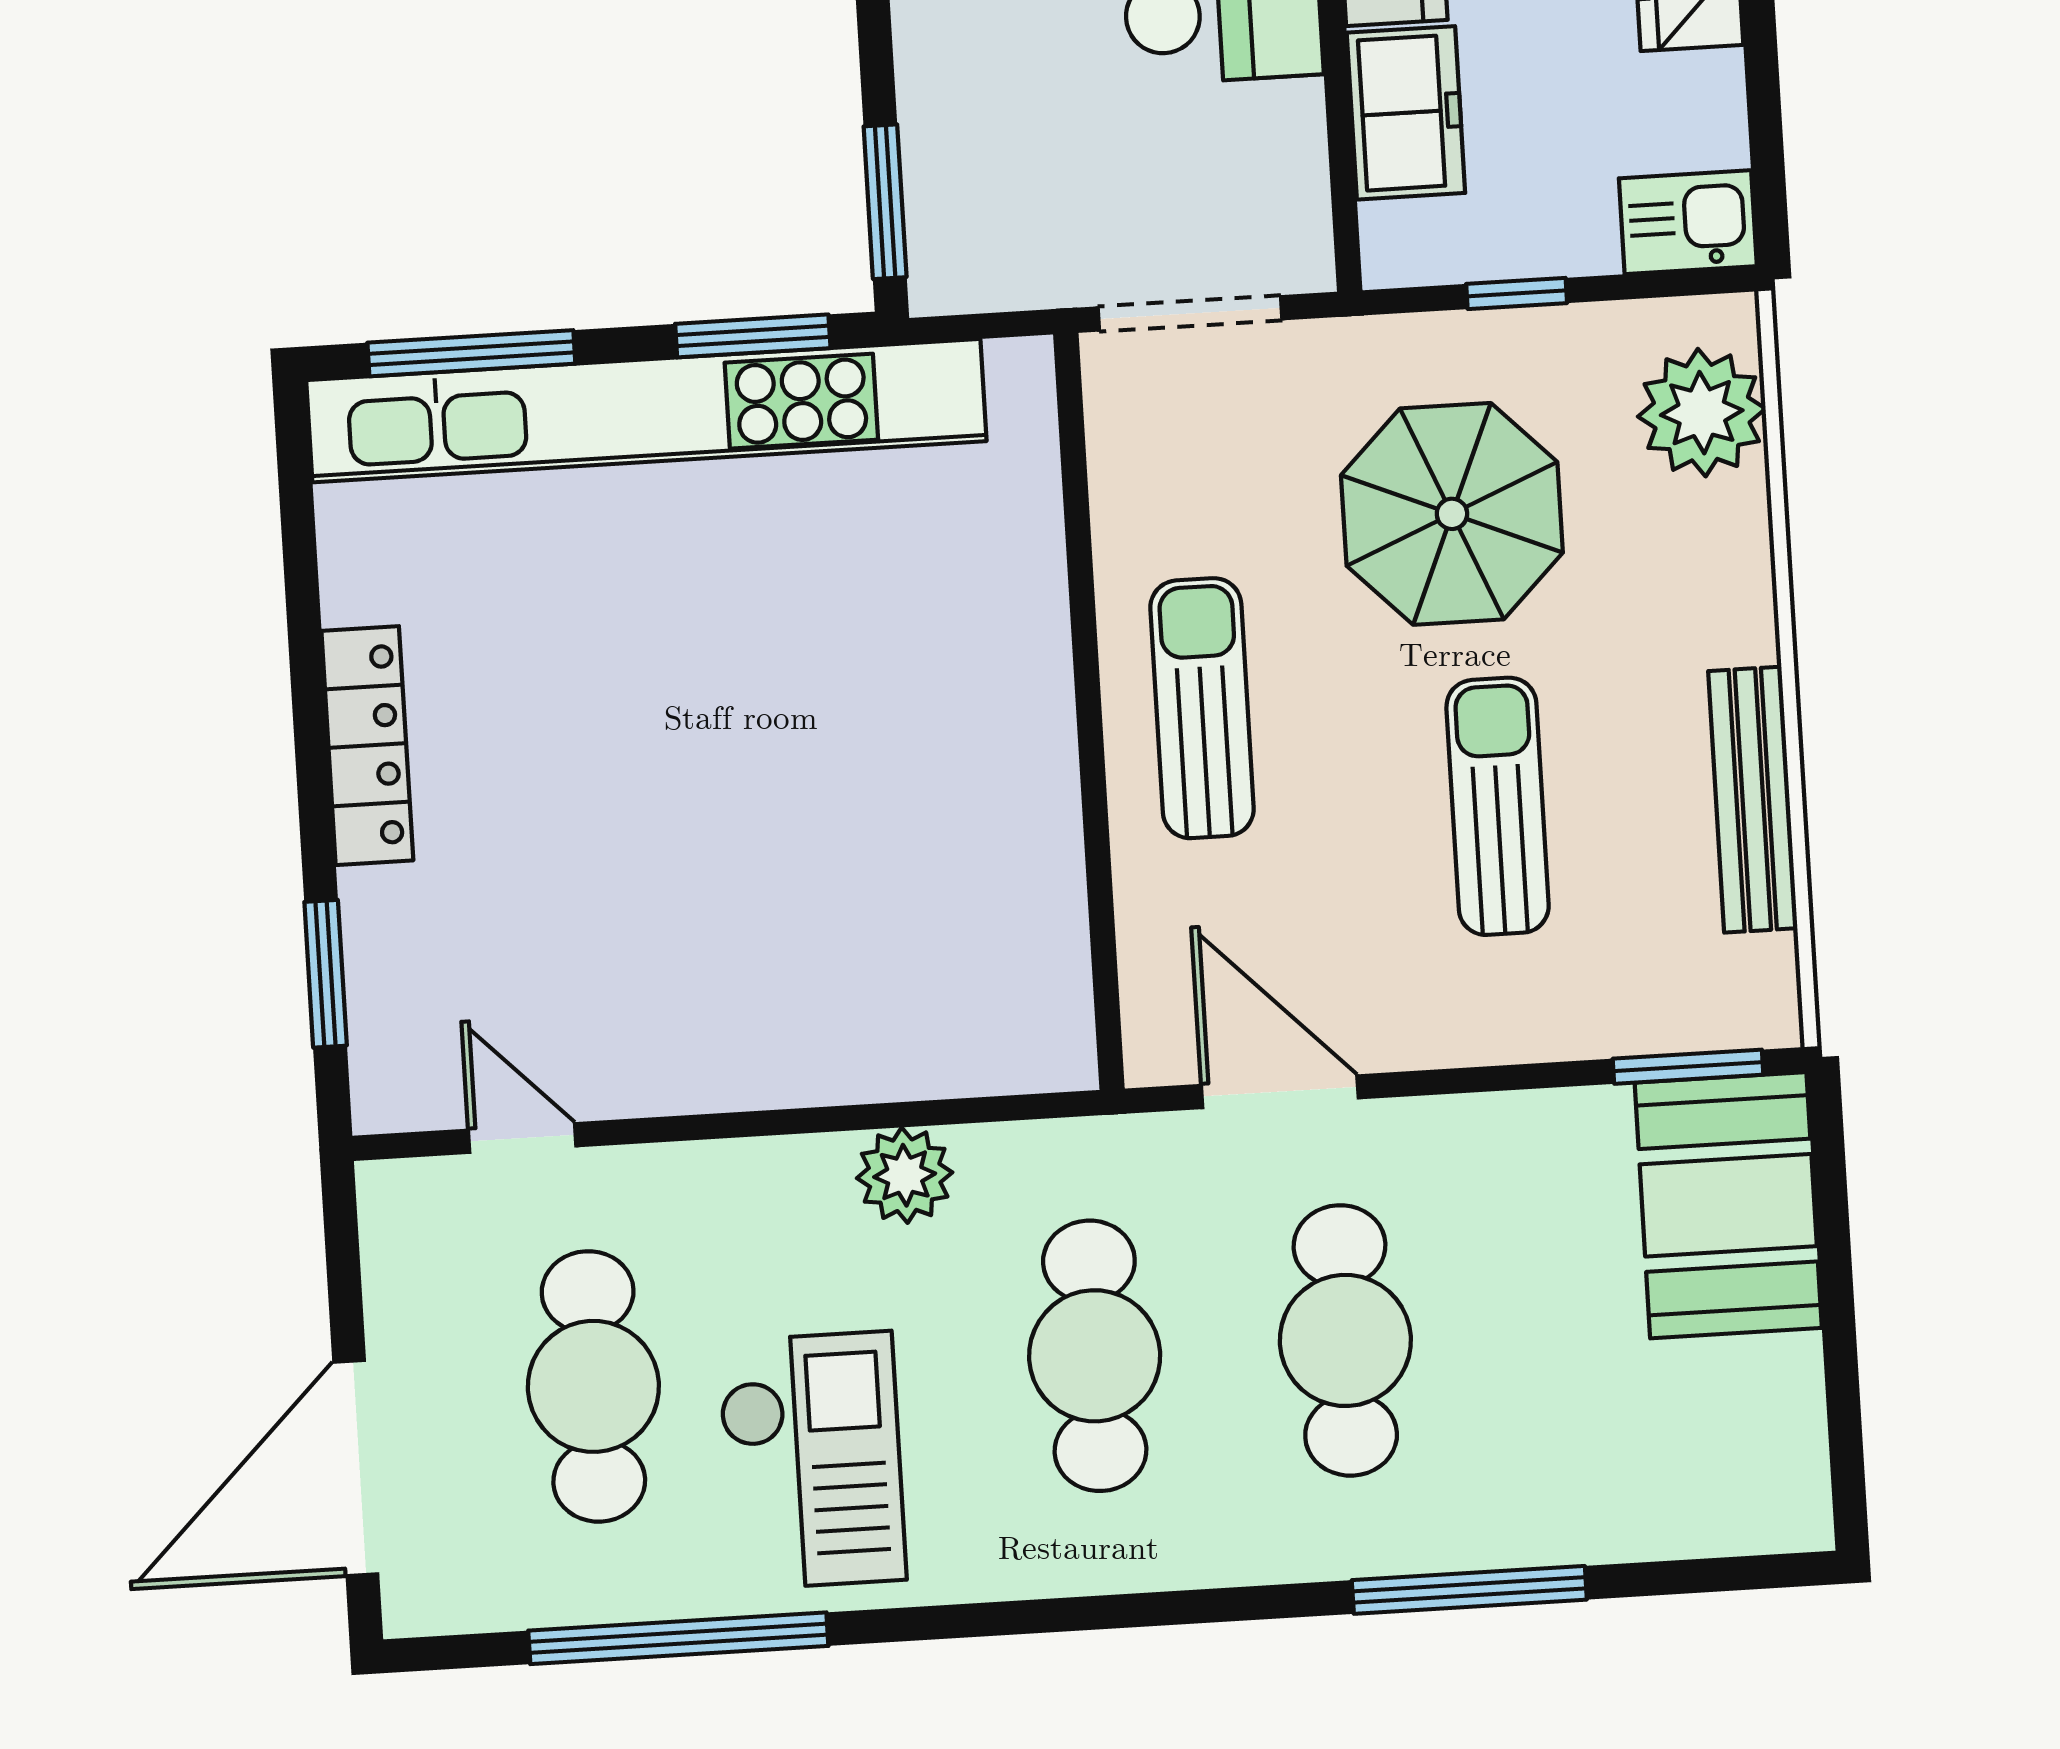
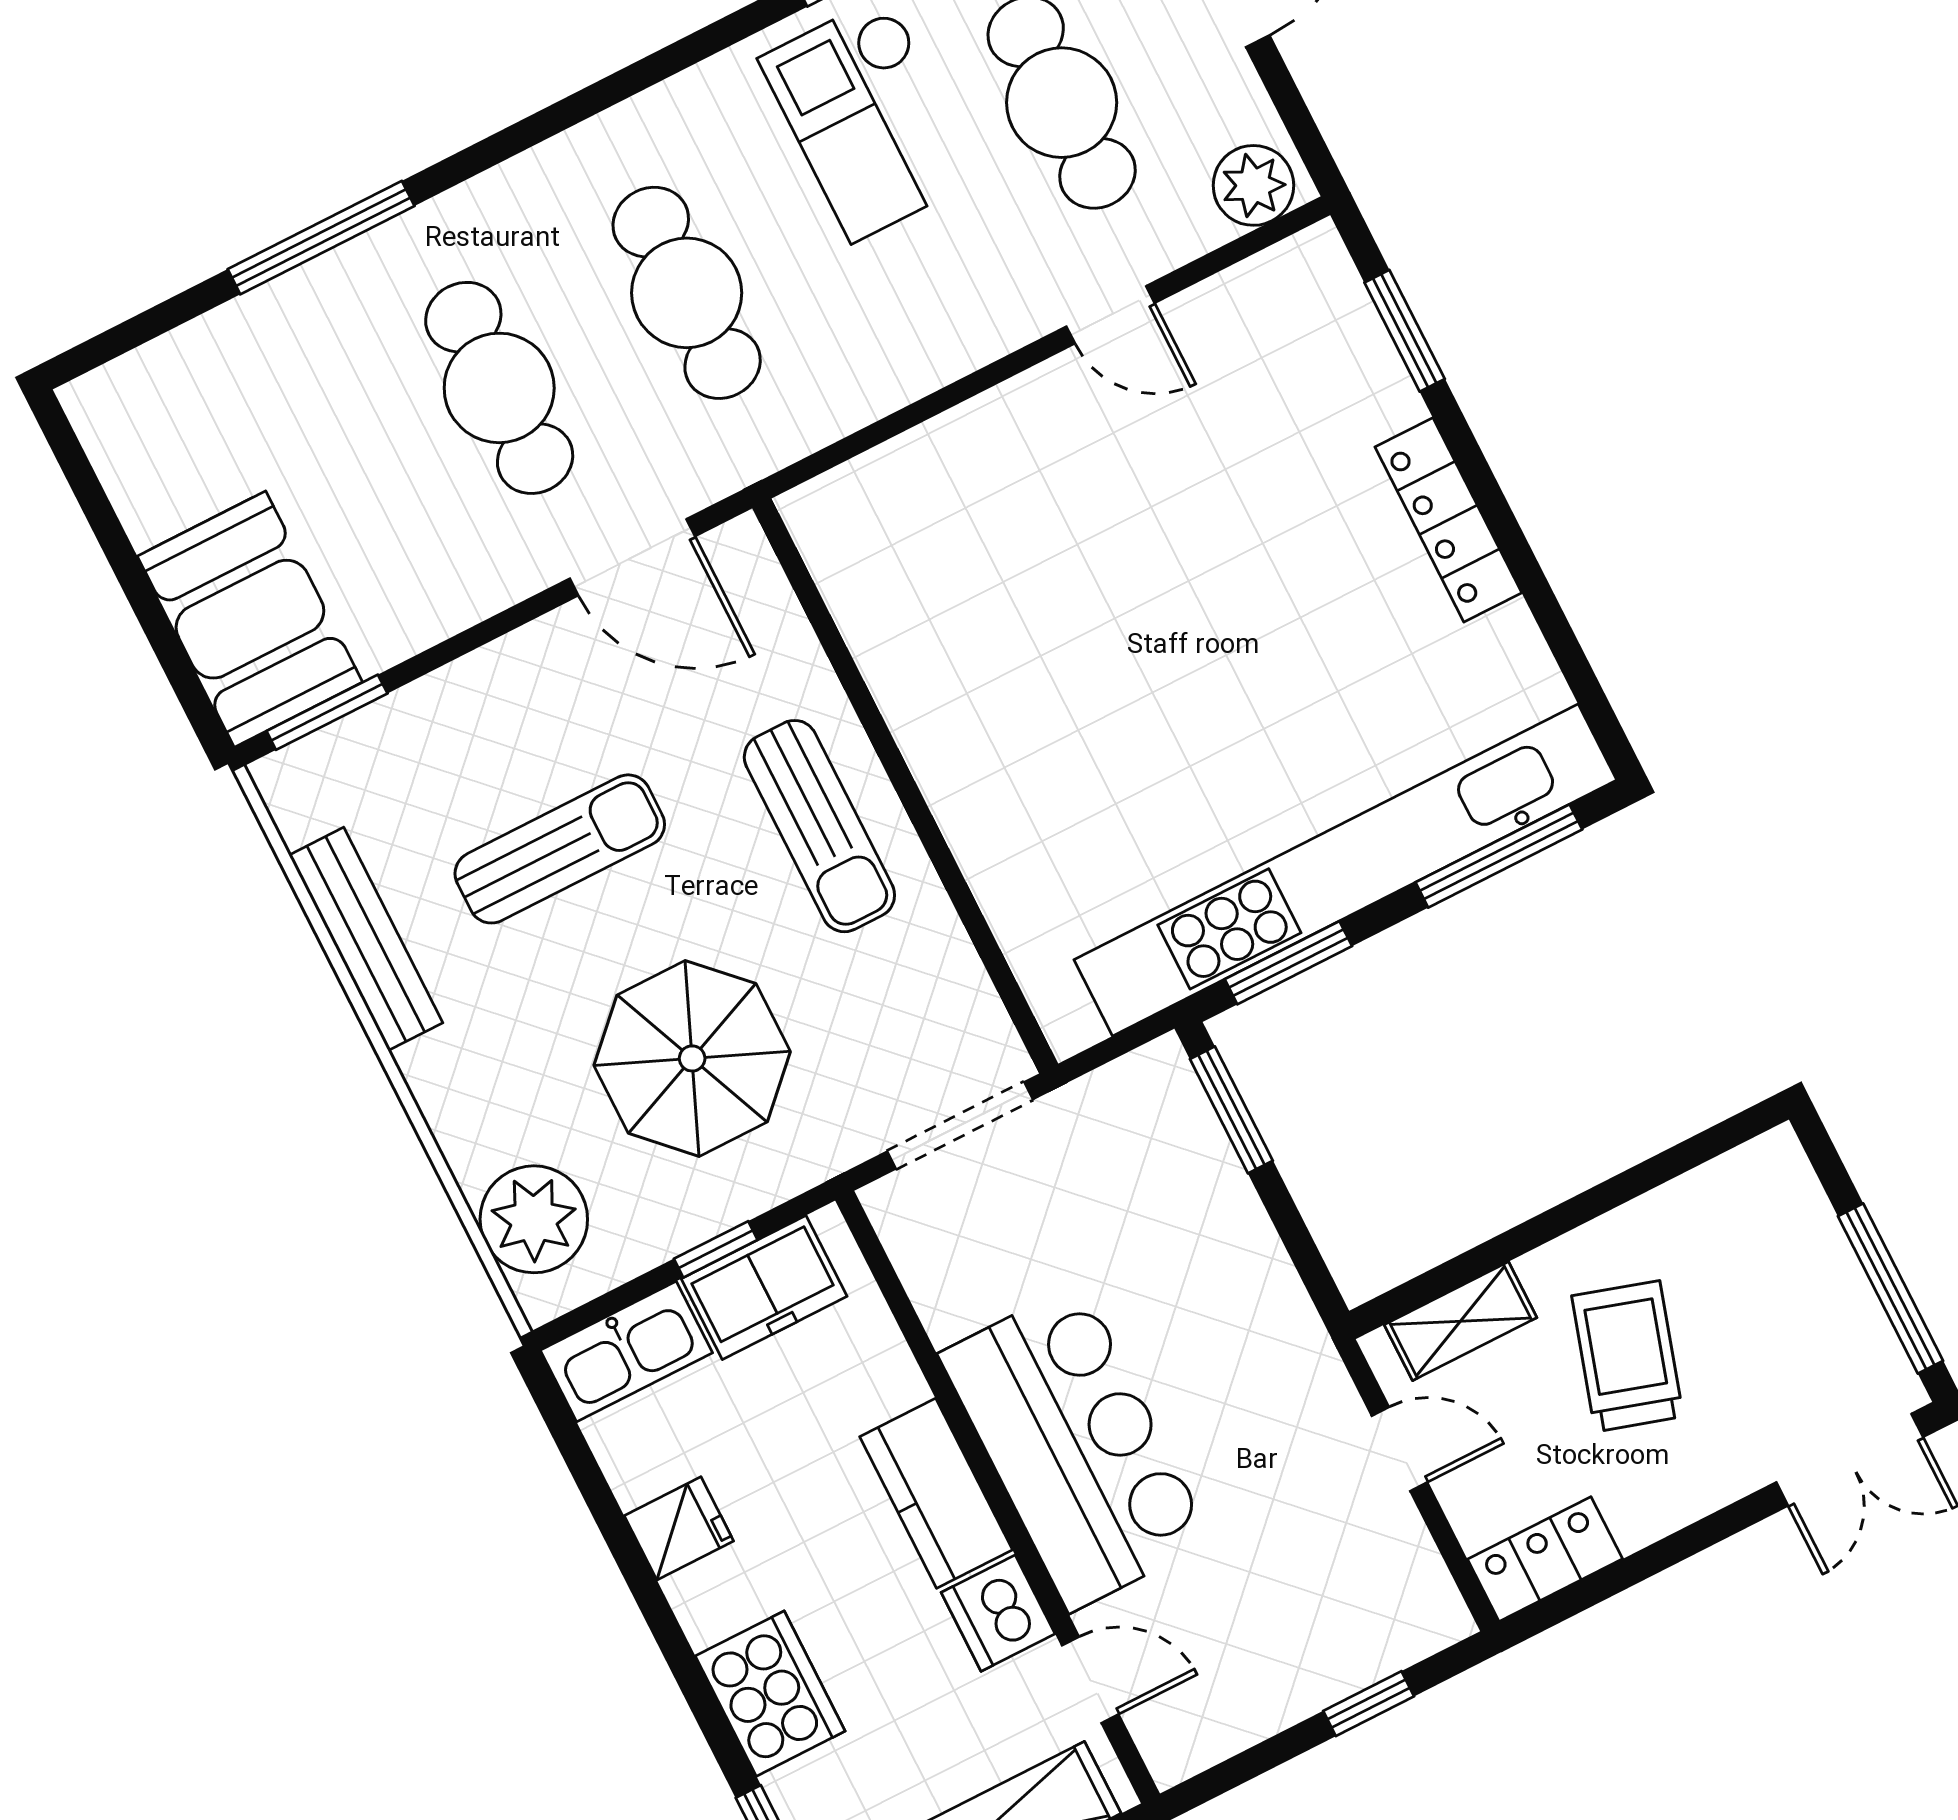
freezer: (1406, 113) -> (764, 1288), moved, turned -90
kitchen sink: (1688, 222) -> (626, 1352), width x1.38
sun lounger: (1498, 806) -> (560, 849), turned -90
door: (522, 1138) -> (1110, 315), moved
plant: (905, 1175) -> (1253, 185), moved

